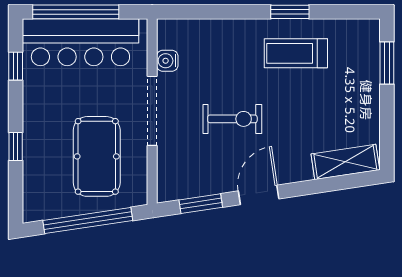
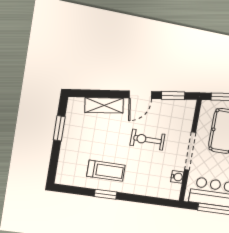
window: (387, 63) -> (59, 128), moved
shelving: (345, 162) -> (104, 105), moved

